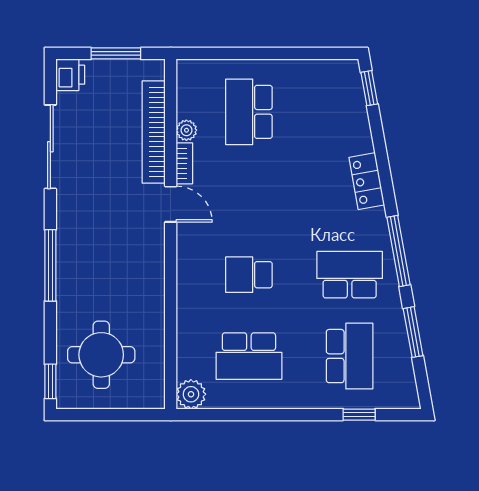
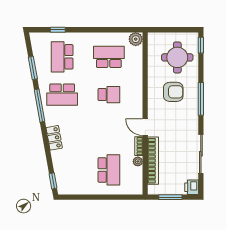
armchair: (110, 280) -> (173, 92), added

